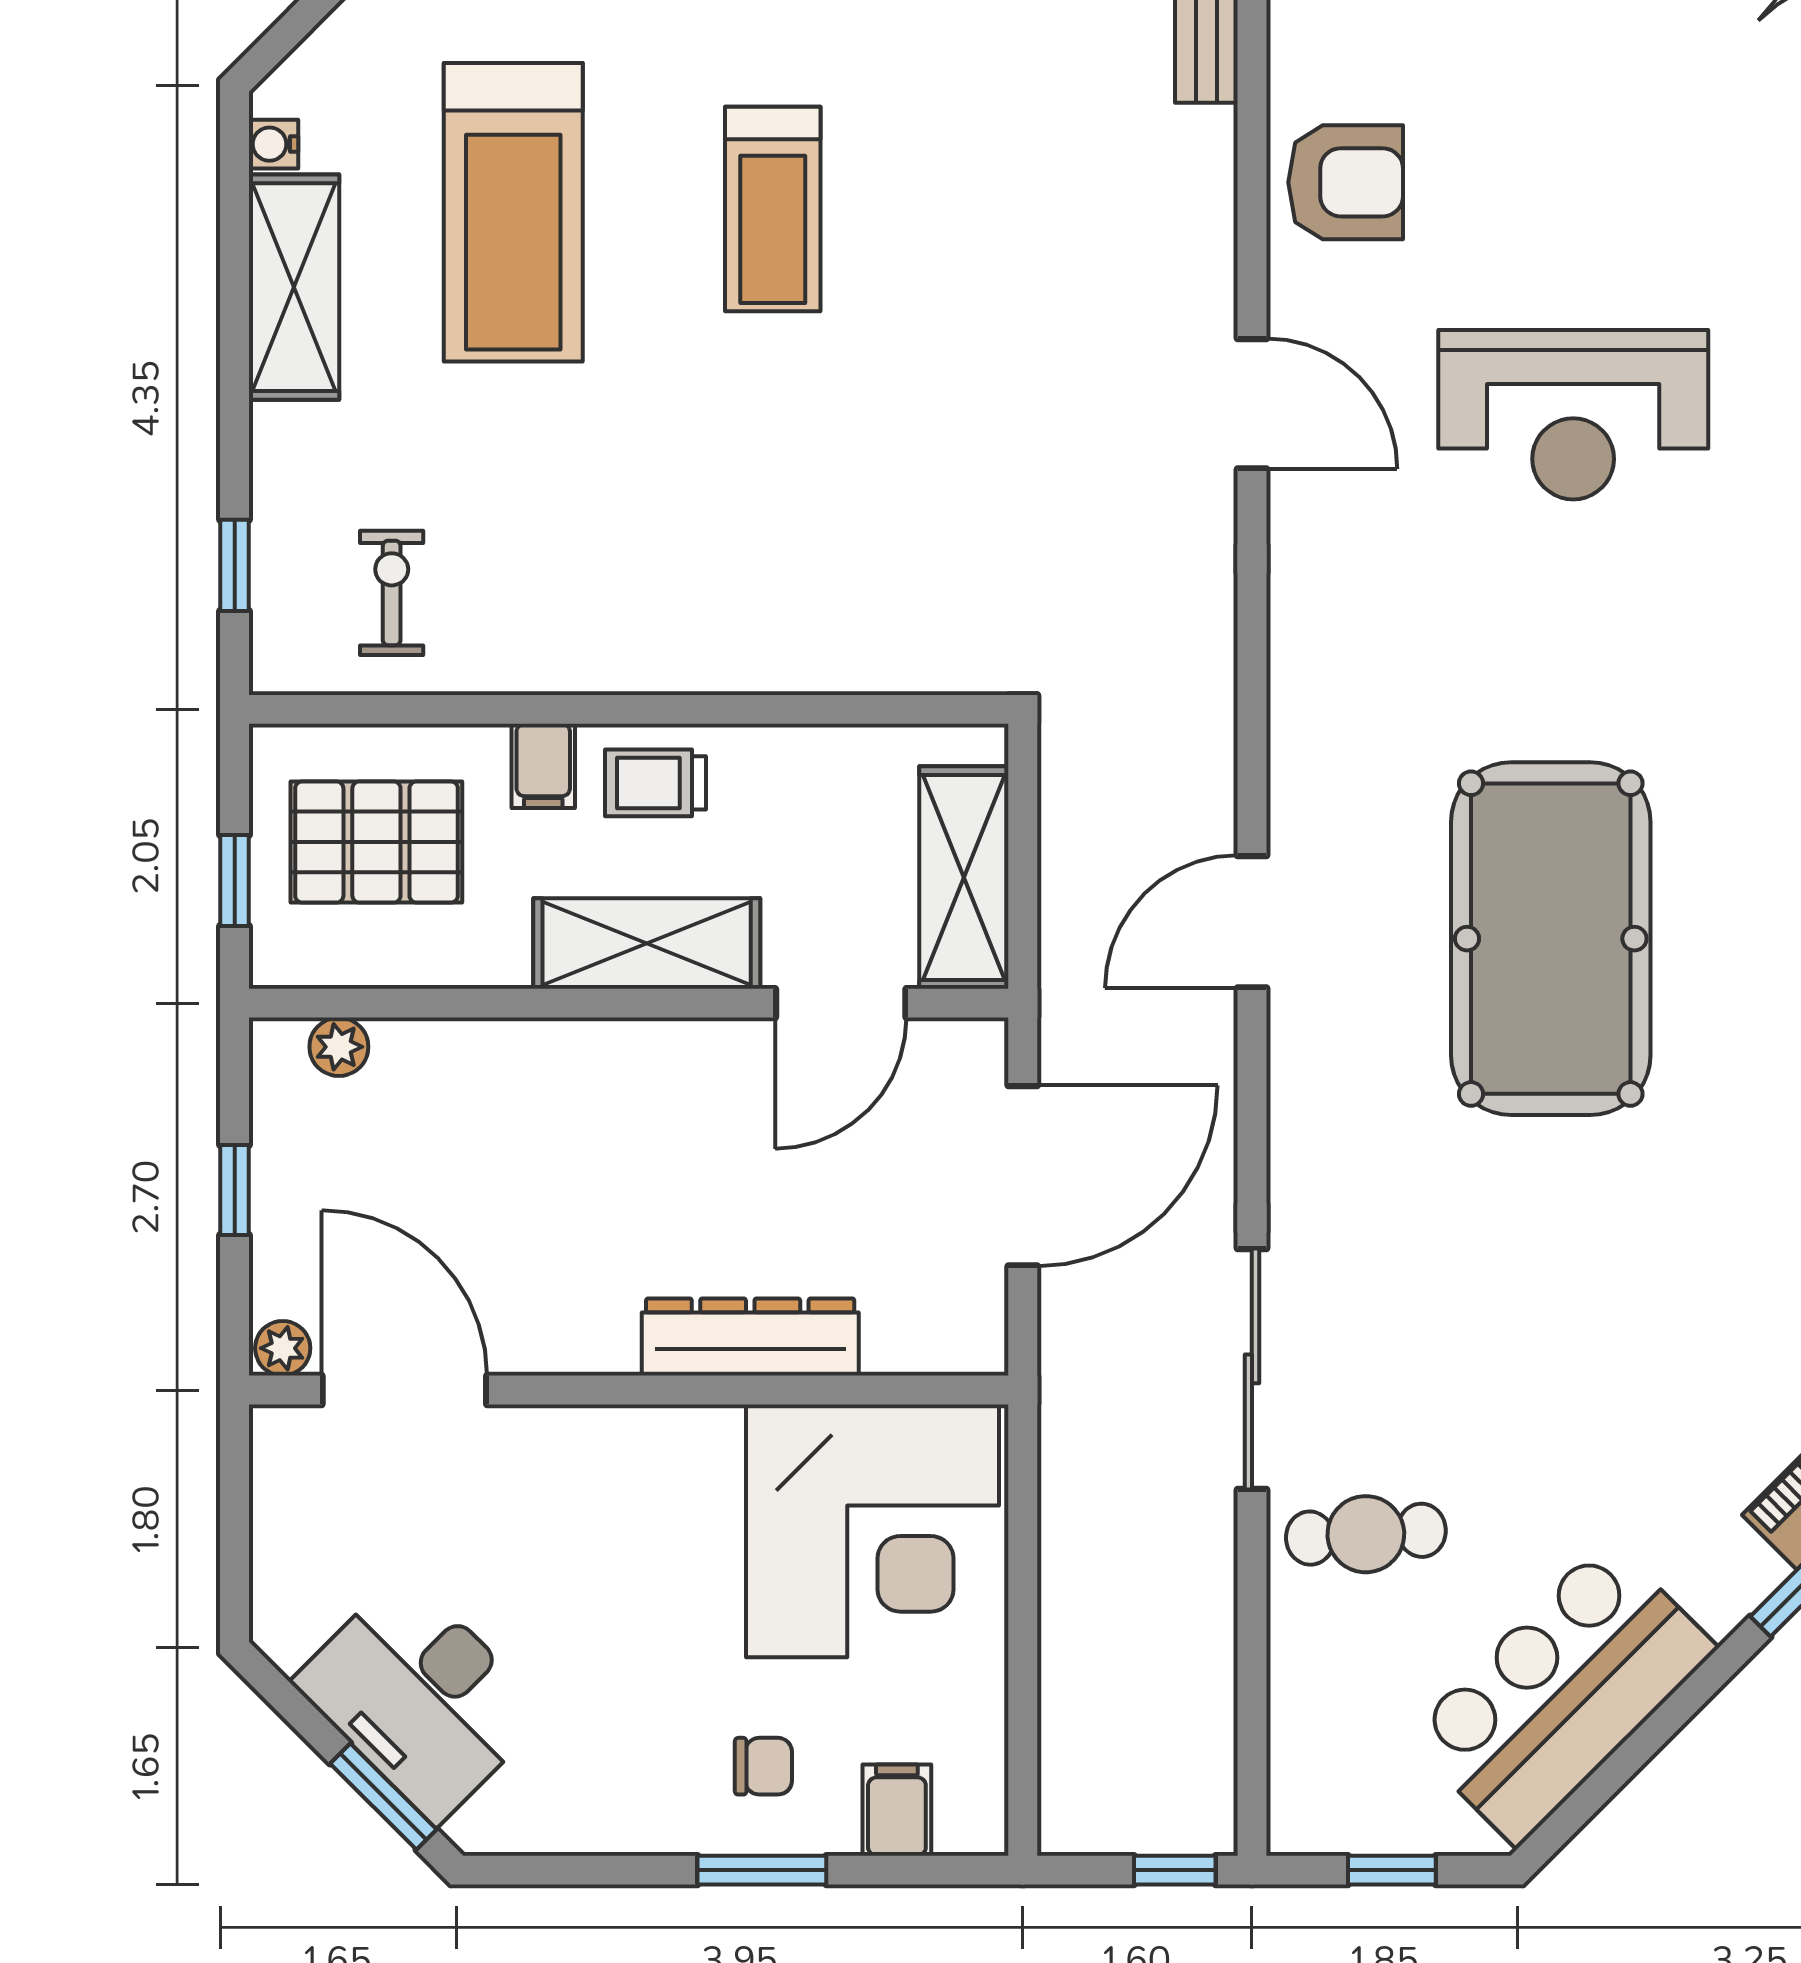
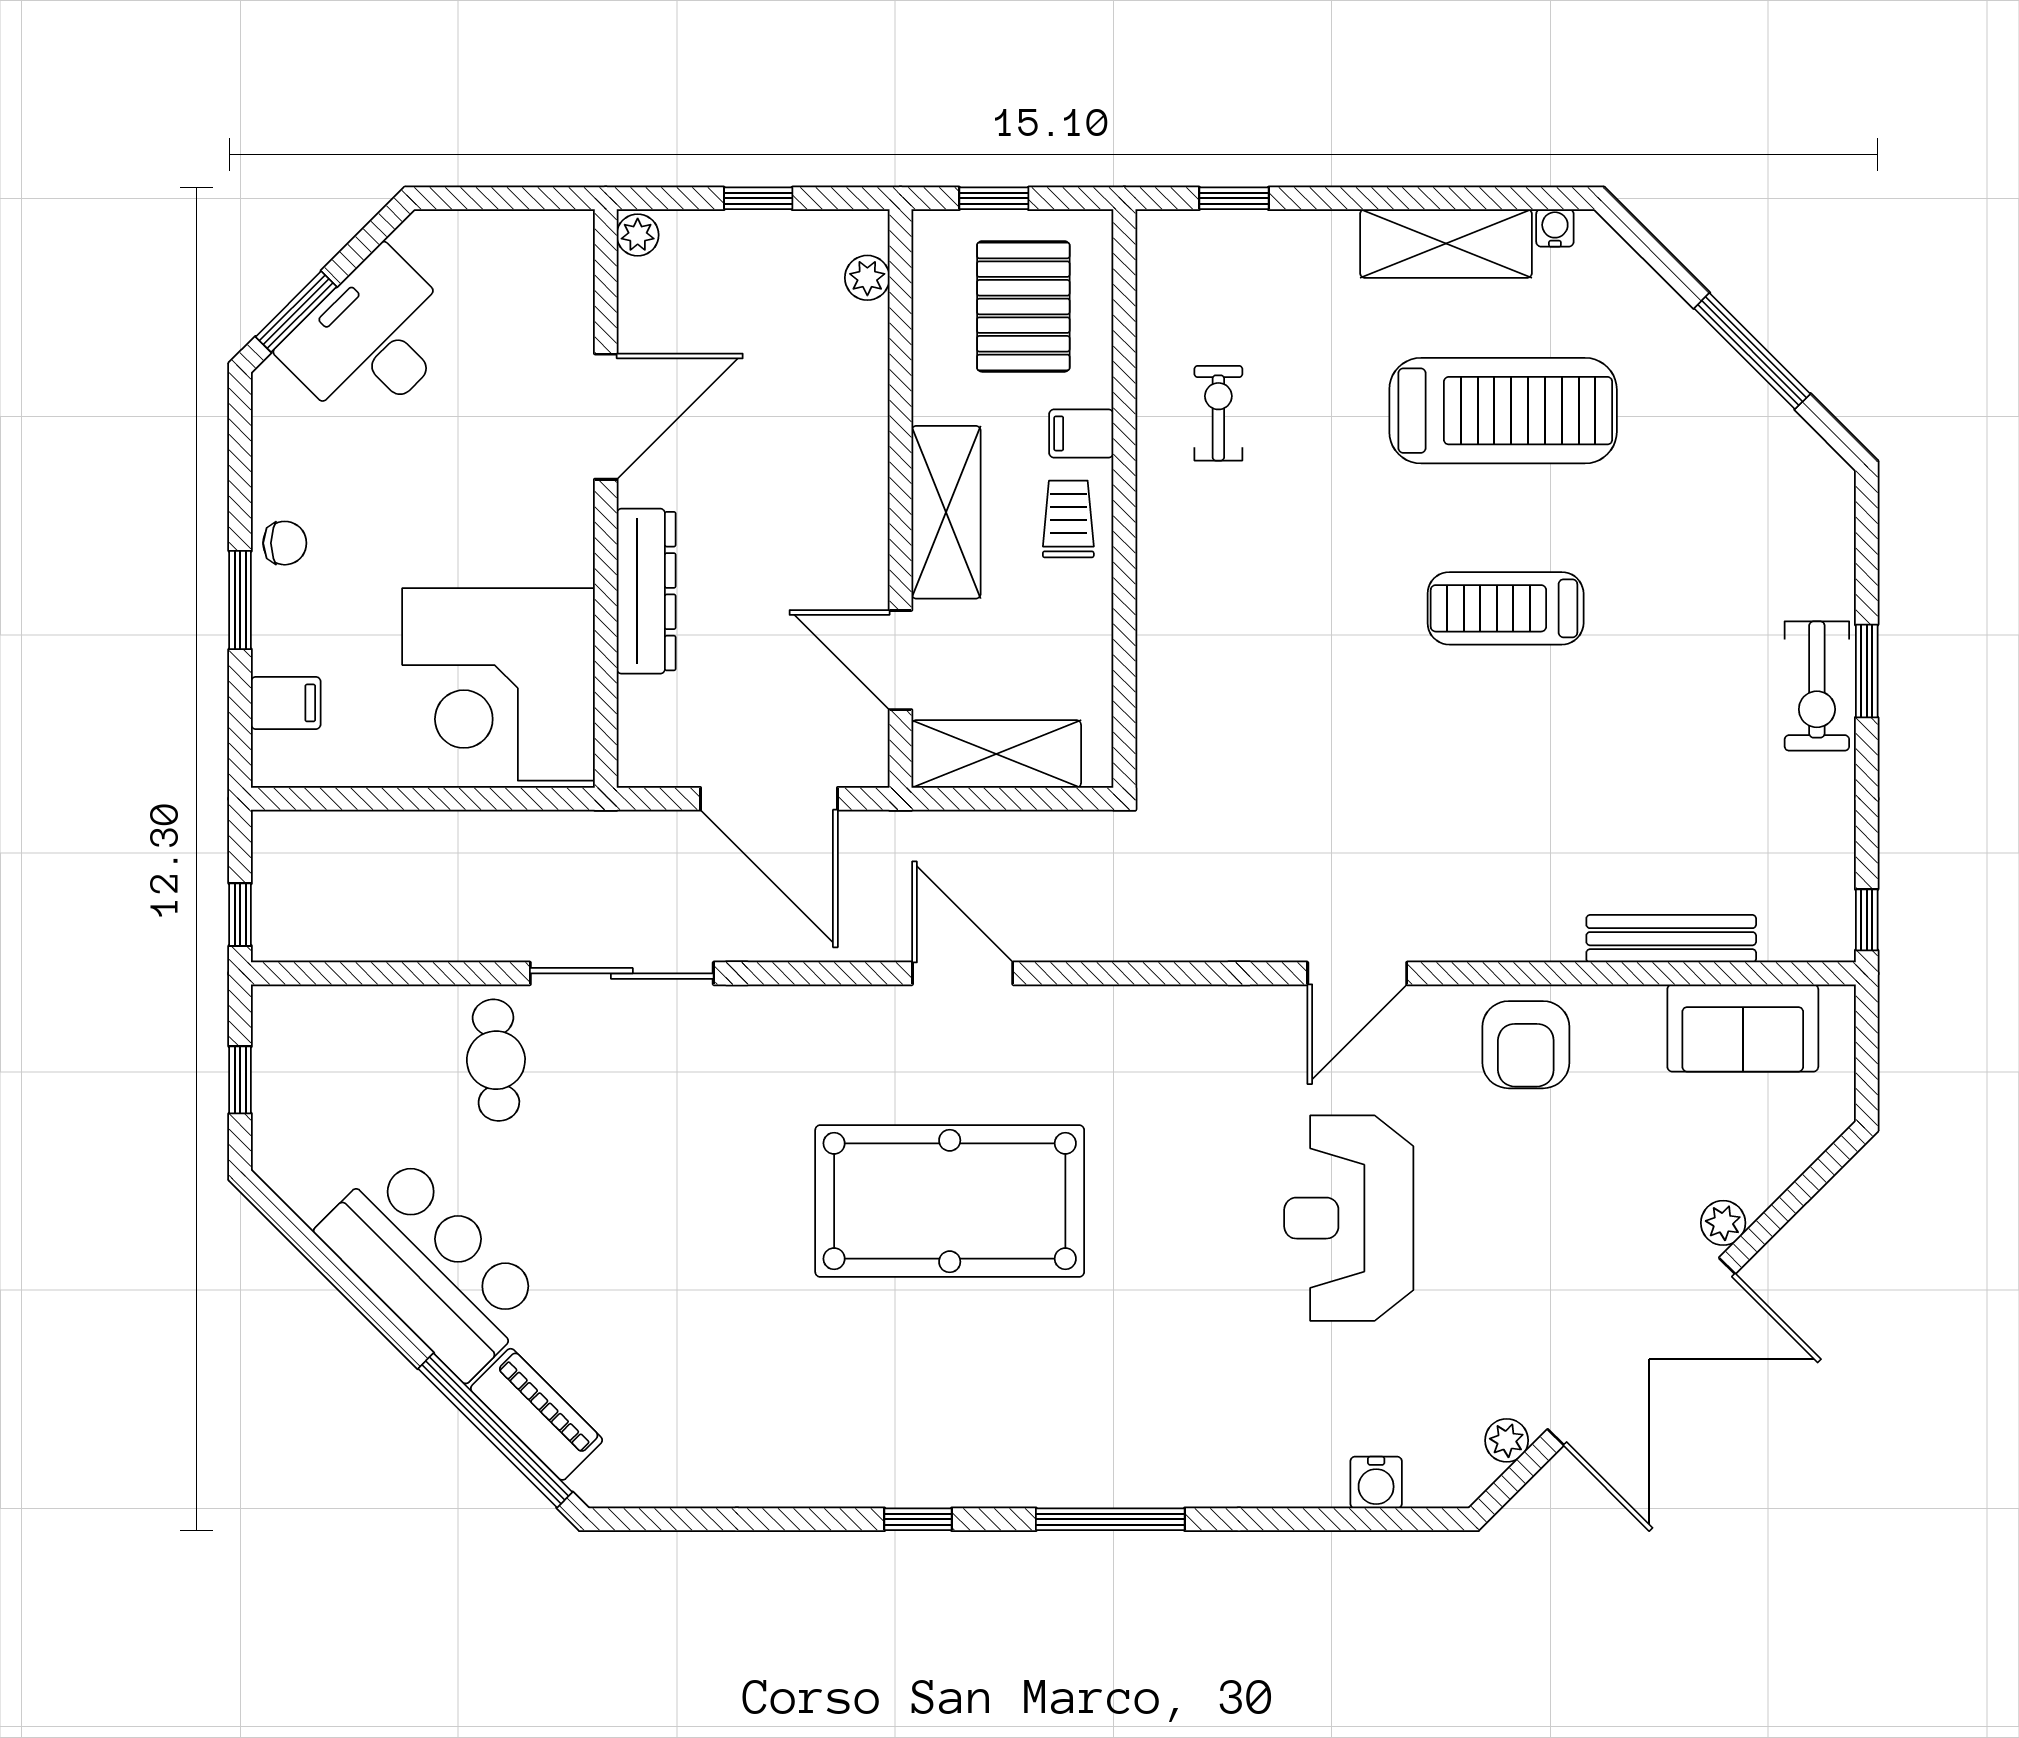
treadmill: (513, 212) -> (1503, 411), turned 180
exercise bike: (392, 593) -> (1218, 413), moved, turned -90
door: (404, 1390) -> (606, 417), moved
bar counter: (1562, 1692) -> (431, 1266), moved
chair: (763, 1766) -> (285, 543), moved, turned -90

